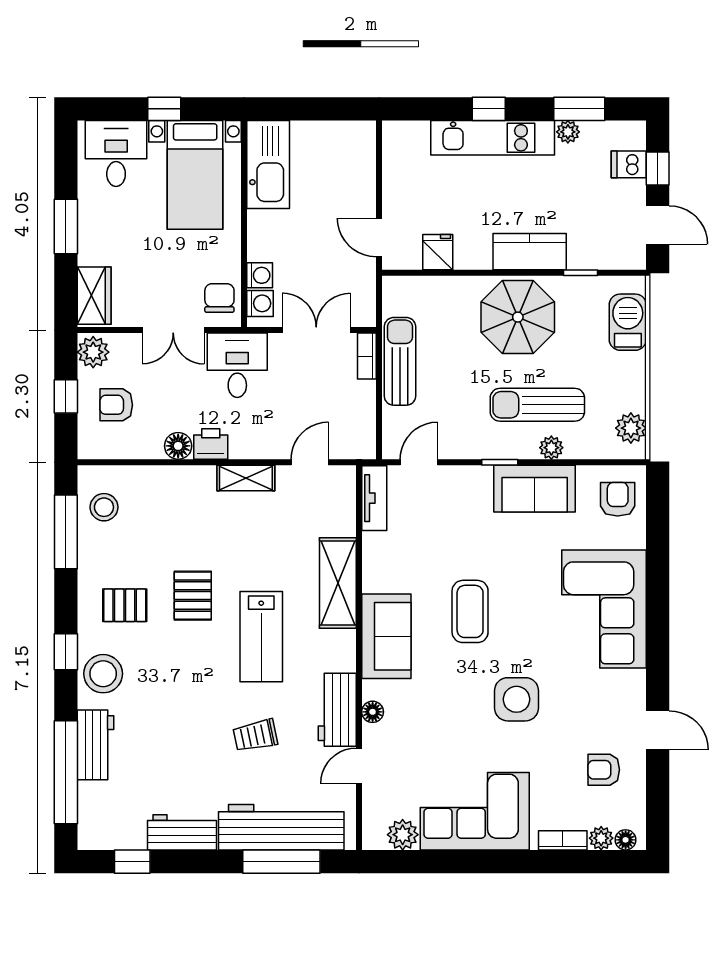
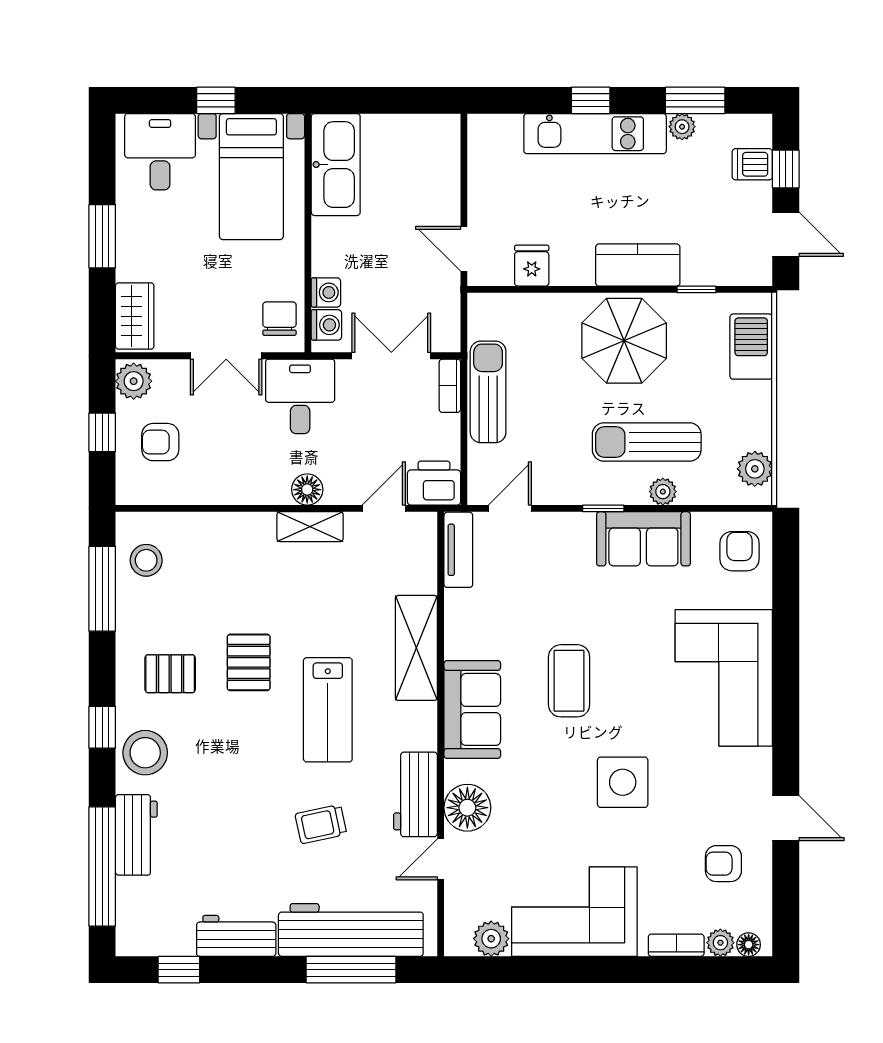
printer: (211, 444) -> (434, 483), moved, width x1.36, depth x1.24
floor lamp: (178, 446) -> (307, 490), moved
floor lamp: (373, 712) -> (467, 808), width x1.89, depth x1.89

